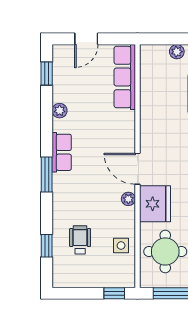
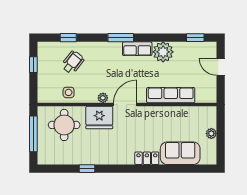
row of seats: (125, 77) -> (171, 95), moved
plant: (60, 111) -> (163, 52), width x1.87, depth x1.87
wheelchair: (80, 240) -> (73, 62), turned -52
window: (114, 293) -> (33, 65), moved

